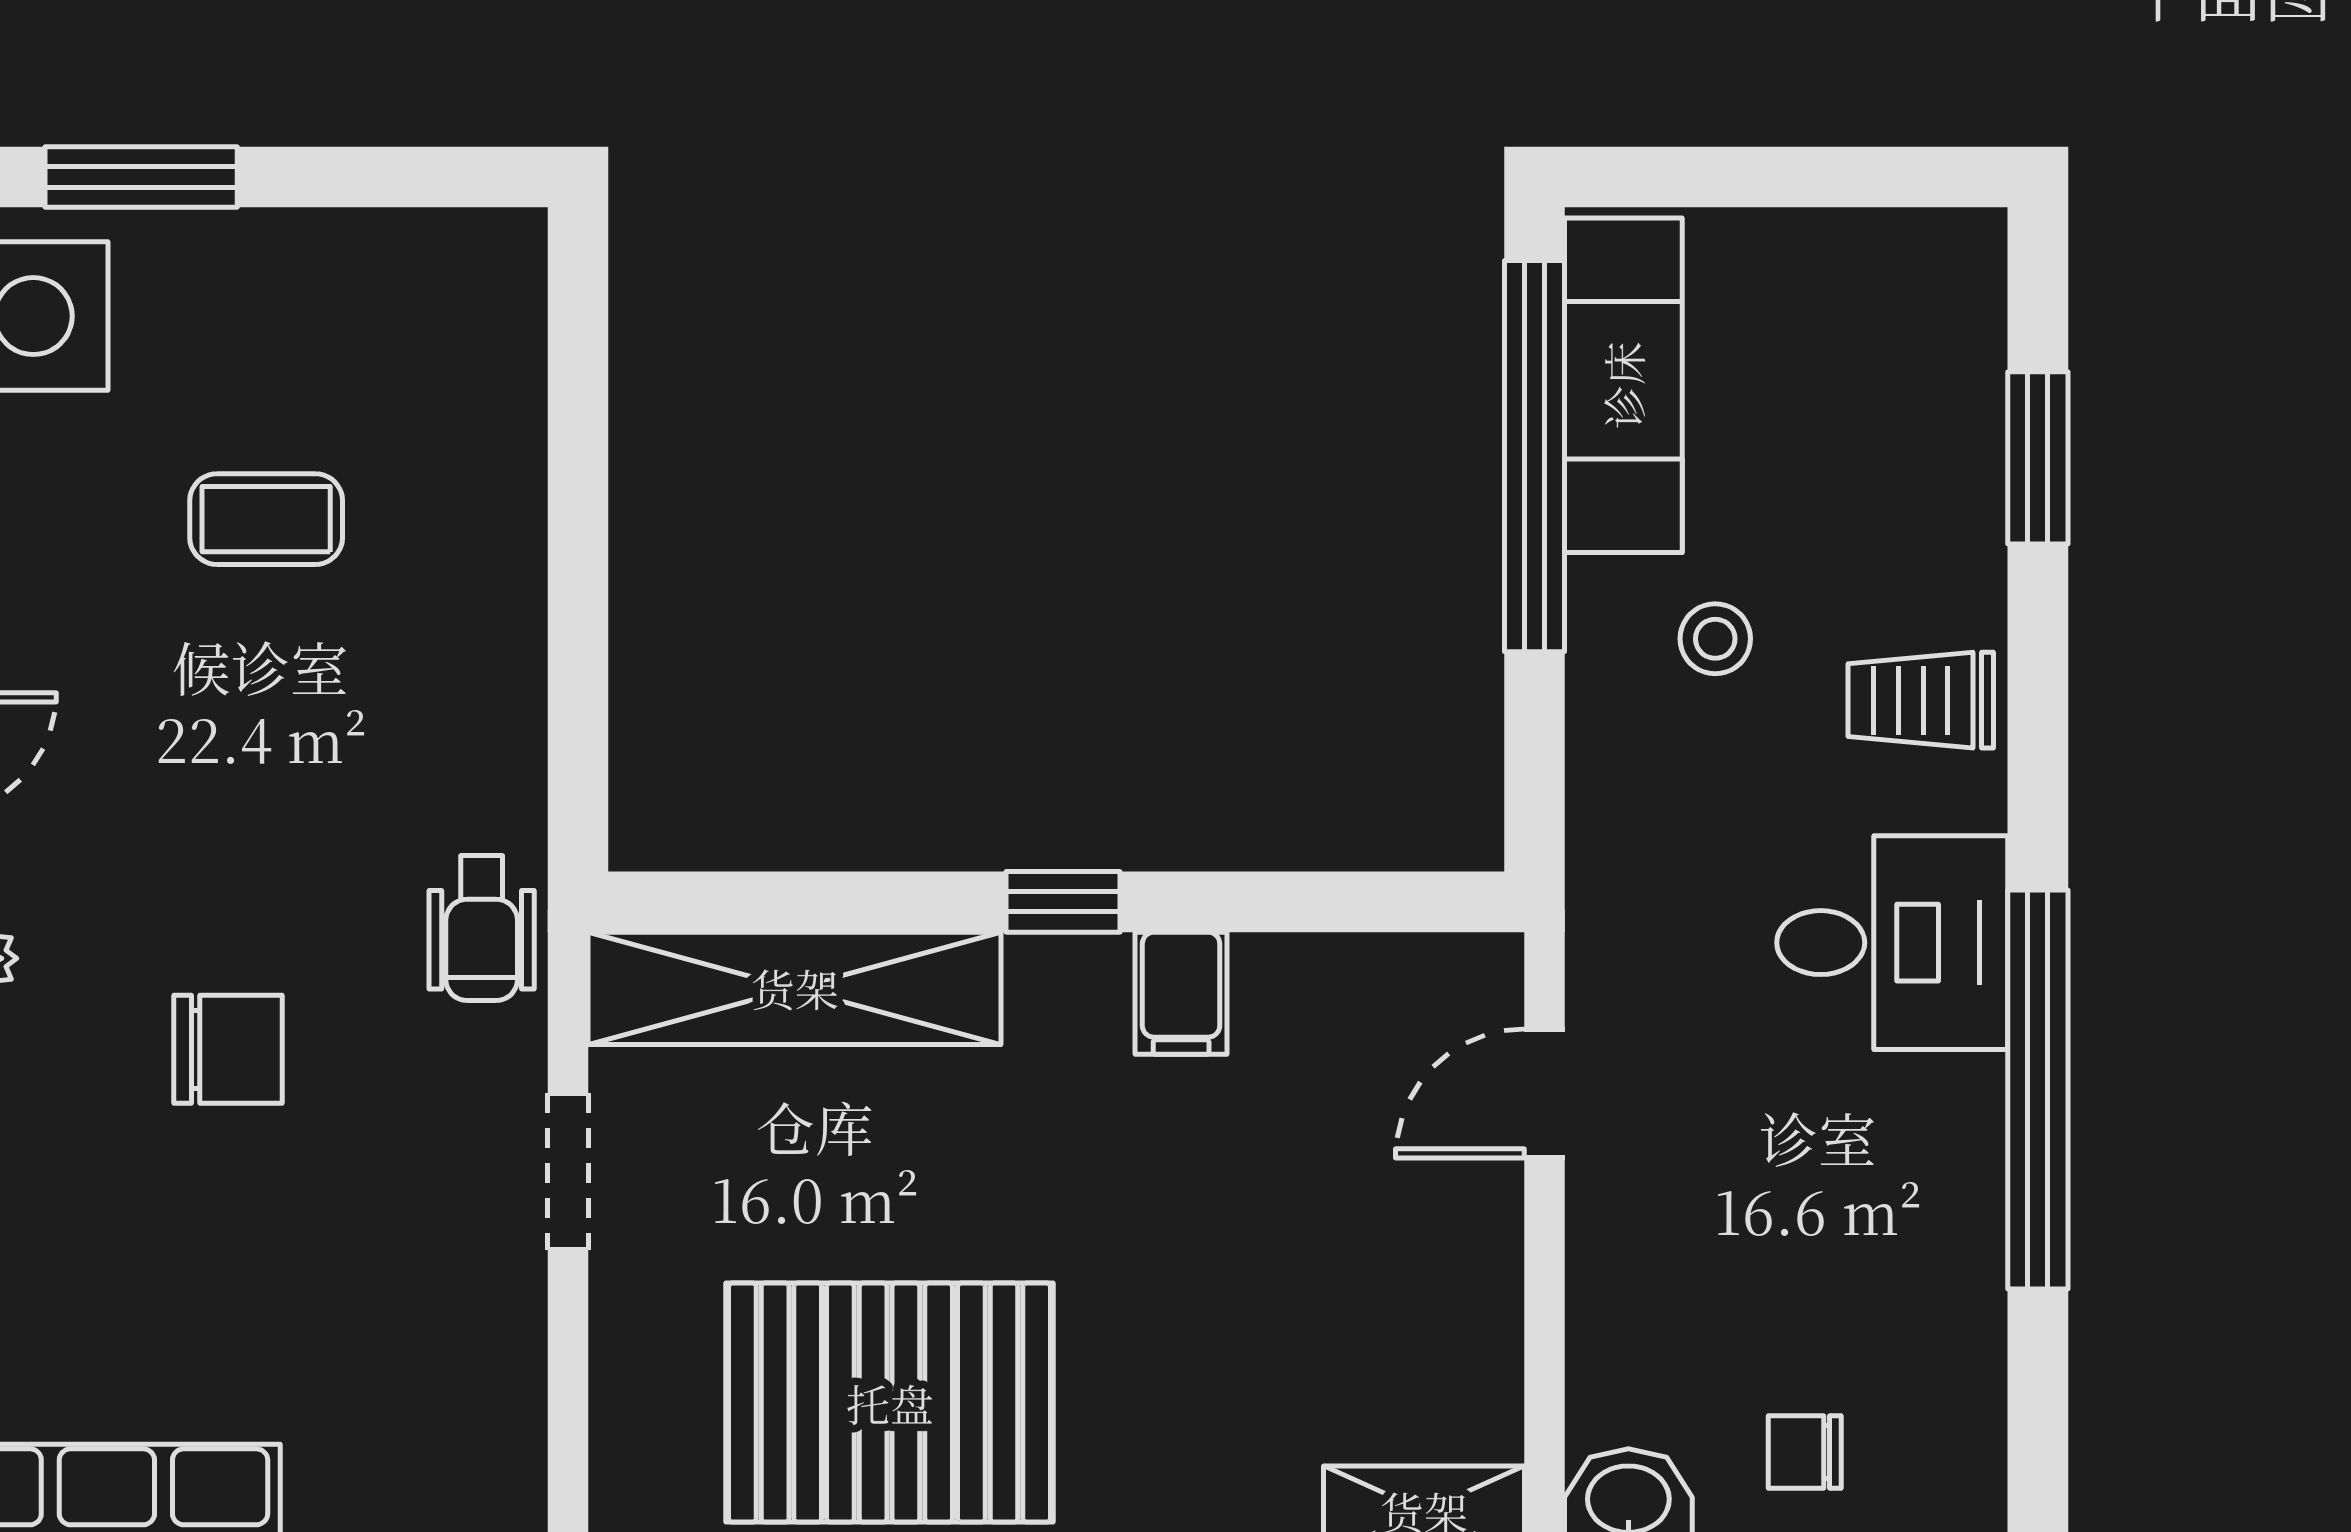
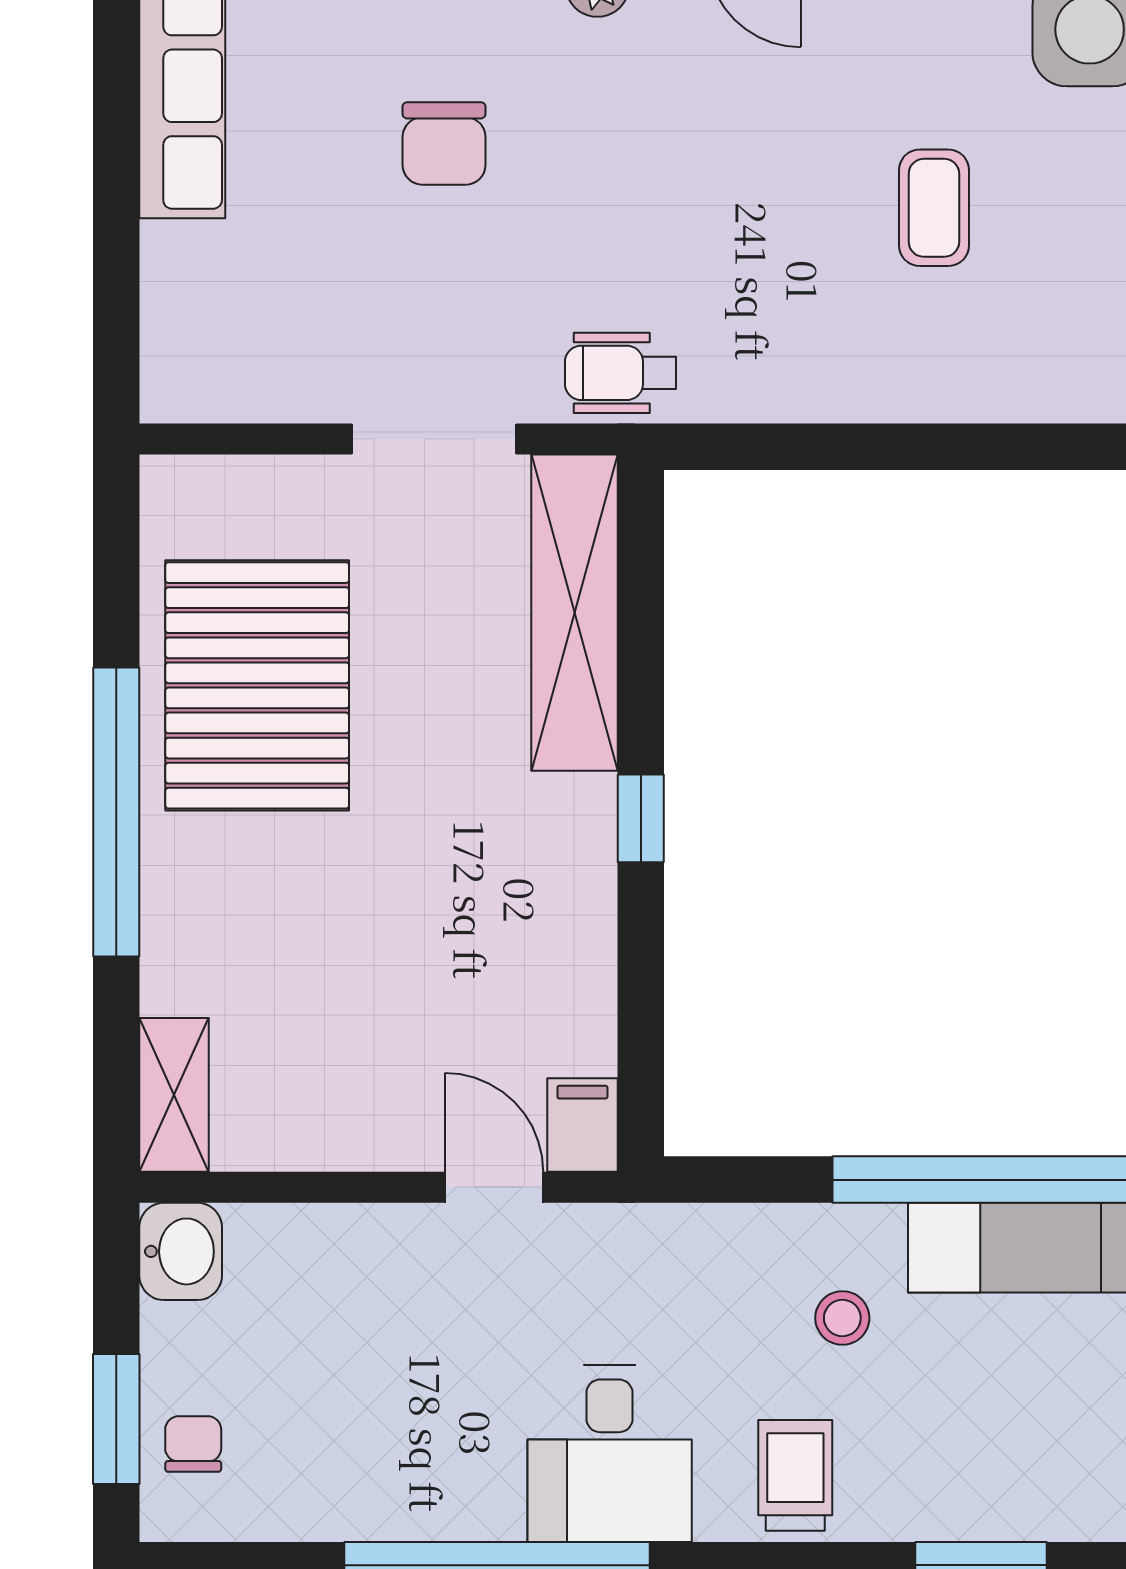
filing cabinet: (1181, 993) -> (582, 1125), moved, turned 90
chair: (228, 1049) -> (444, 143), moved
doorway: (568, 1171) -> (434, 439), width x1.38
chair: (1805, 1452) -> (193, 1444), moved

